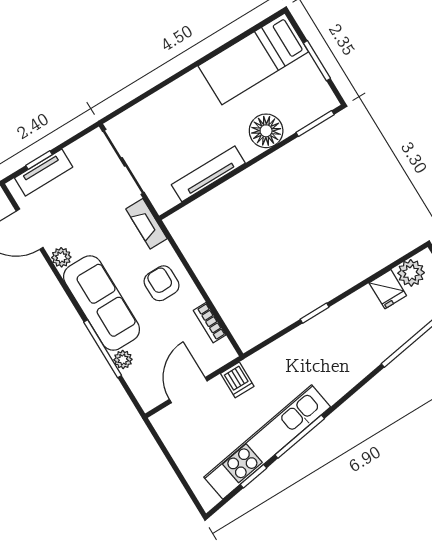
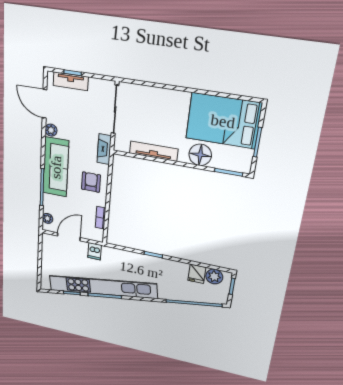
bed: (253, 59) -> (223, 121), width x1.50
plant: (123, 360) -> (47, 218), moved
kitchen unit: (267, 442) -> (102, 287), width x1.36

